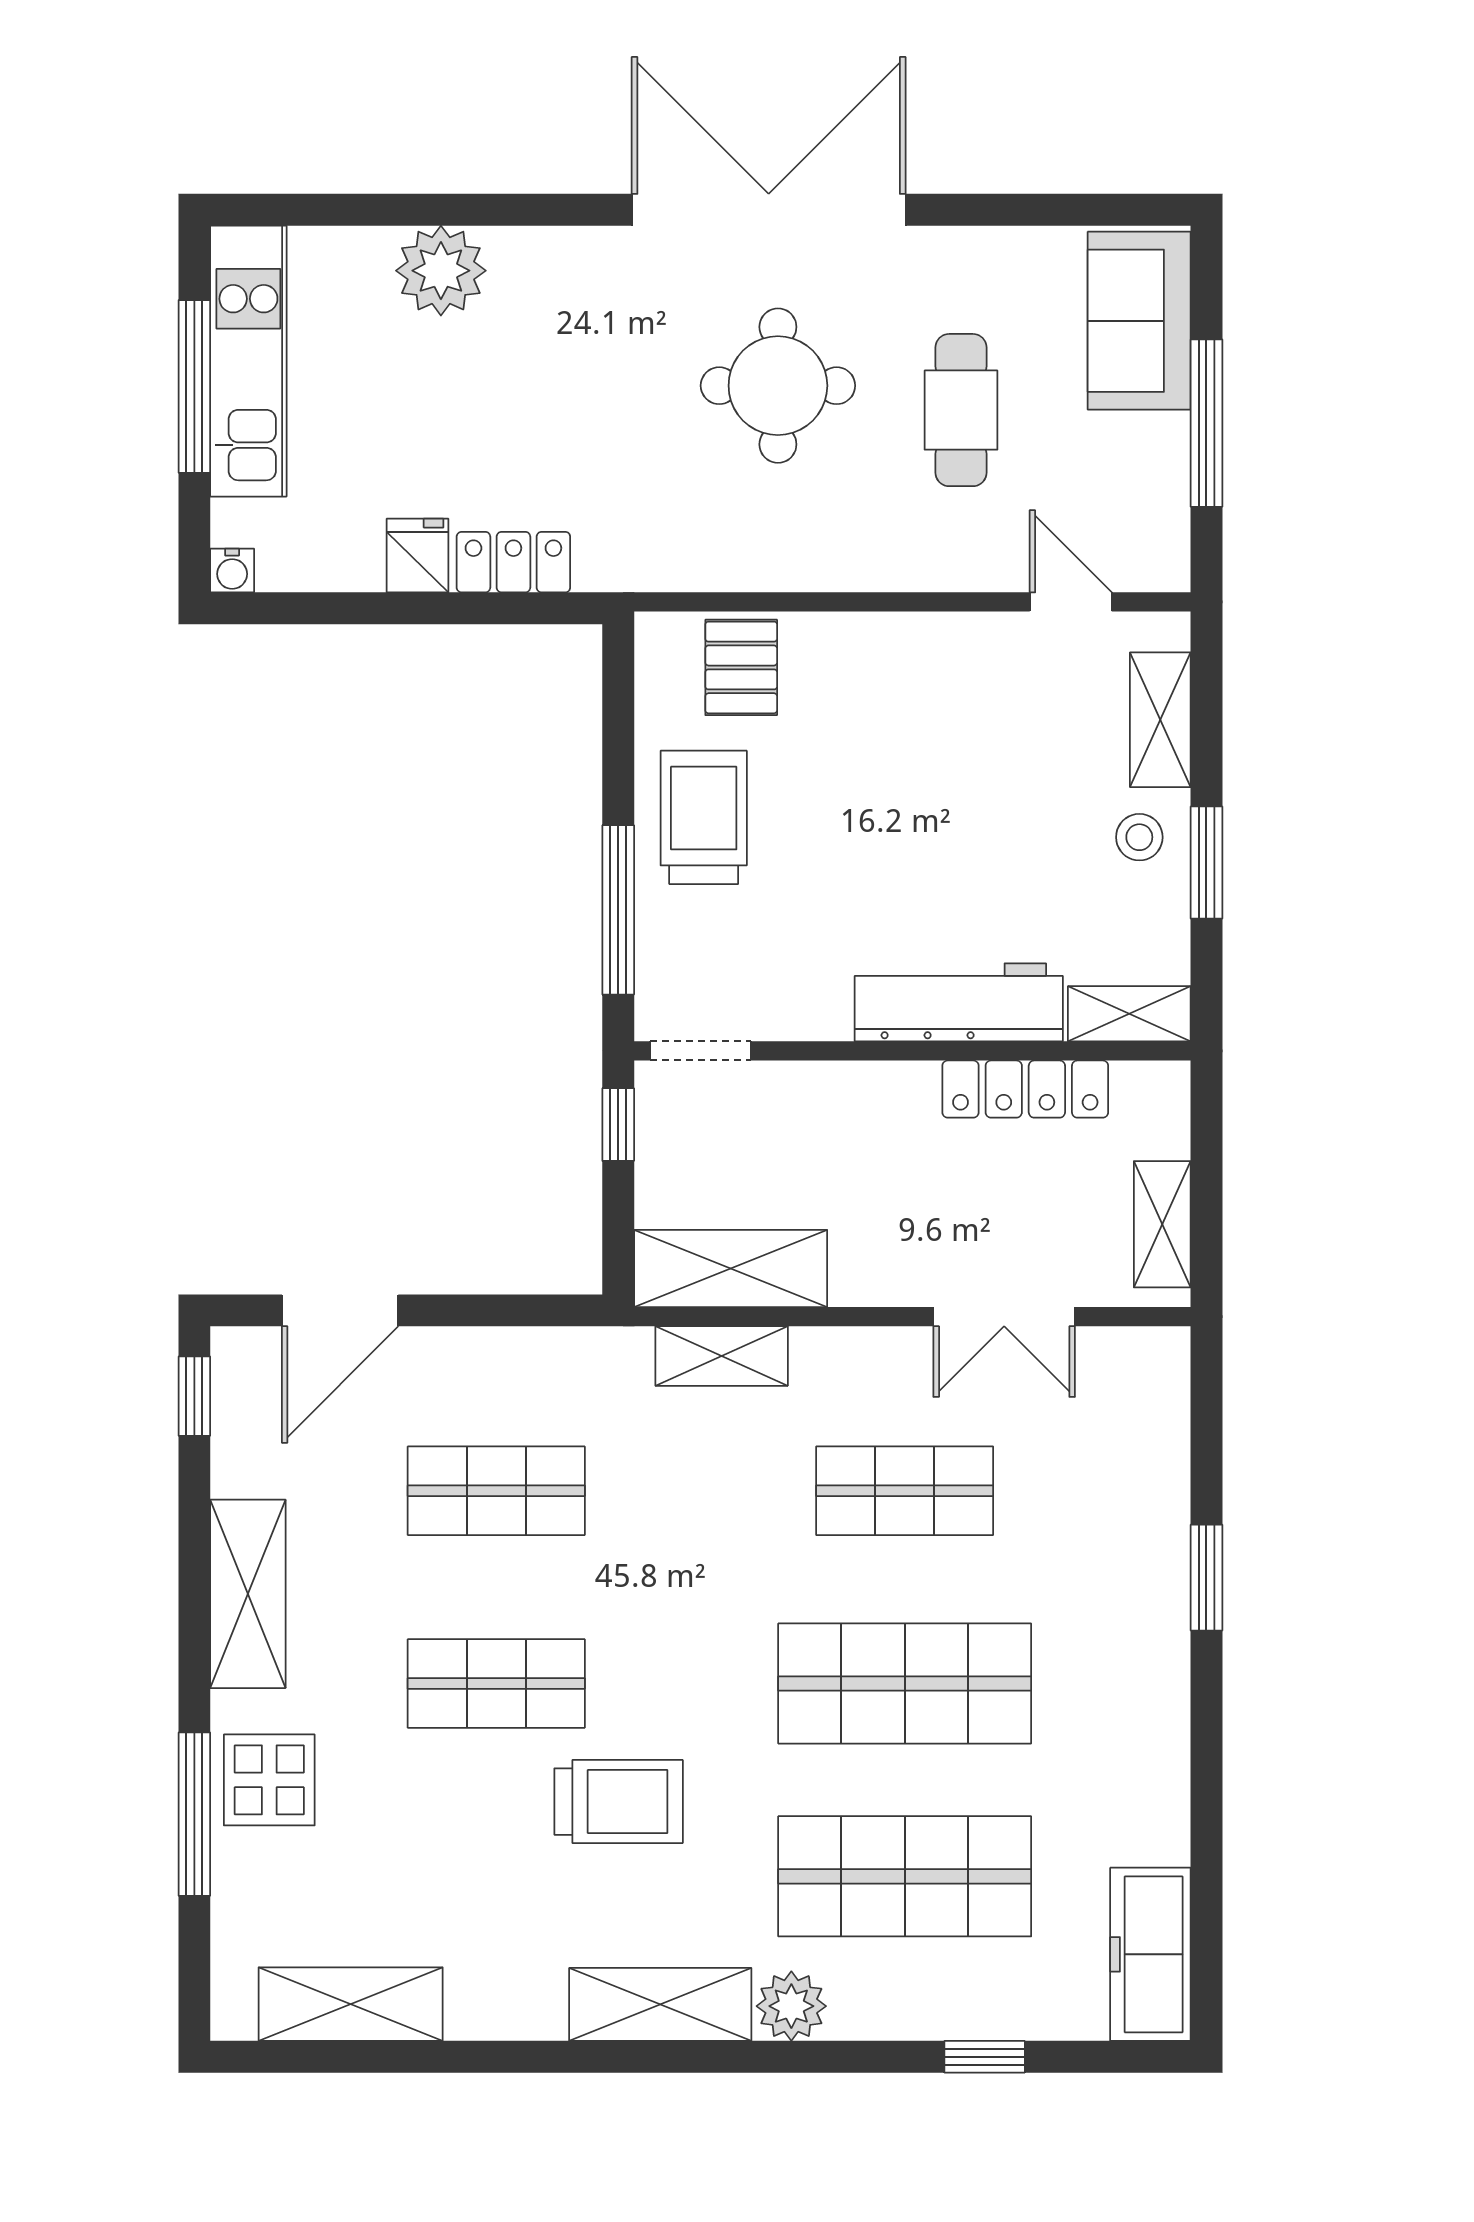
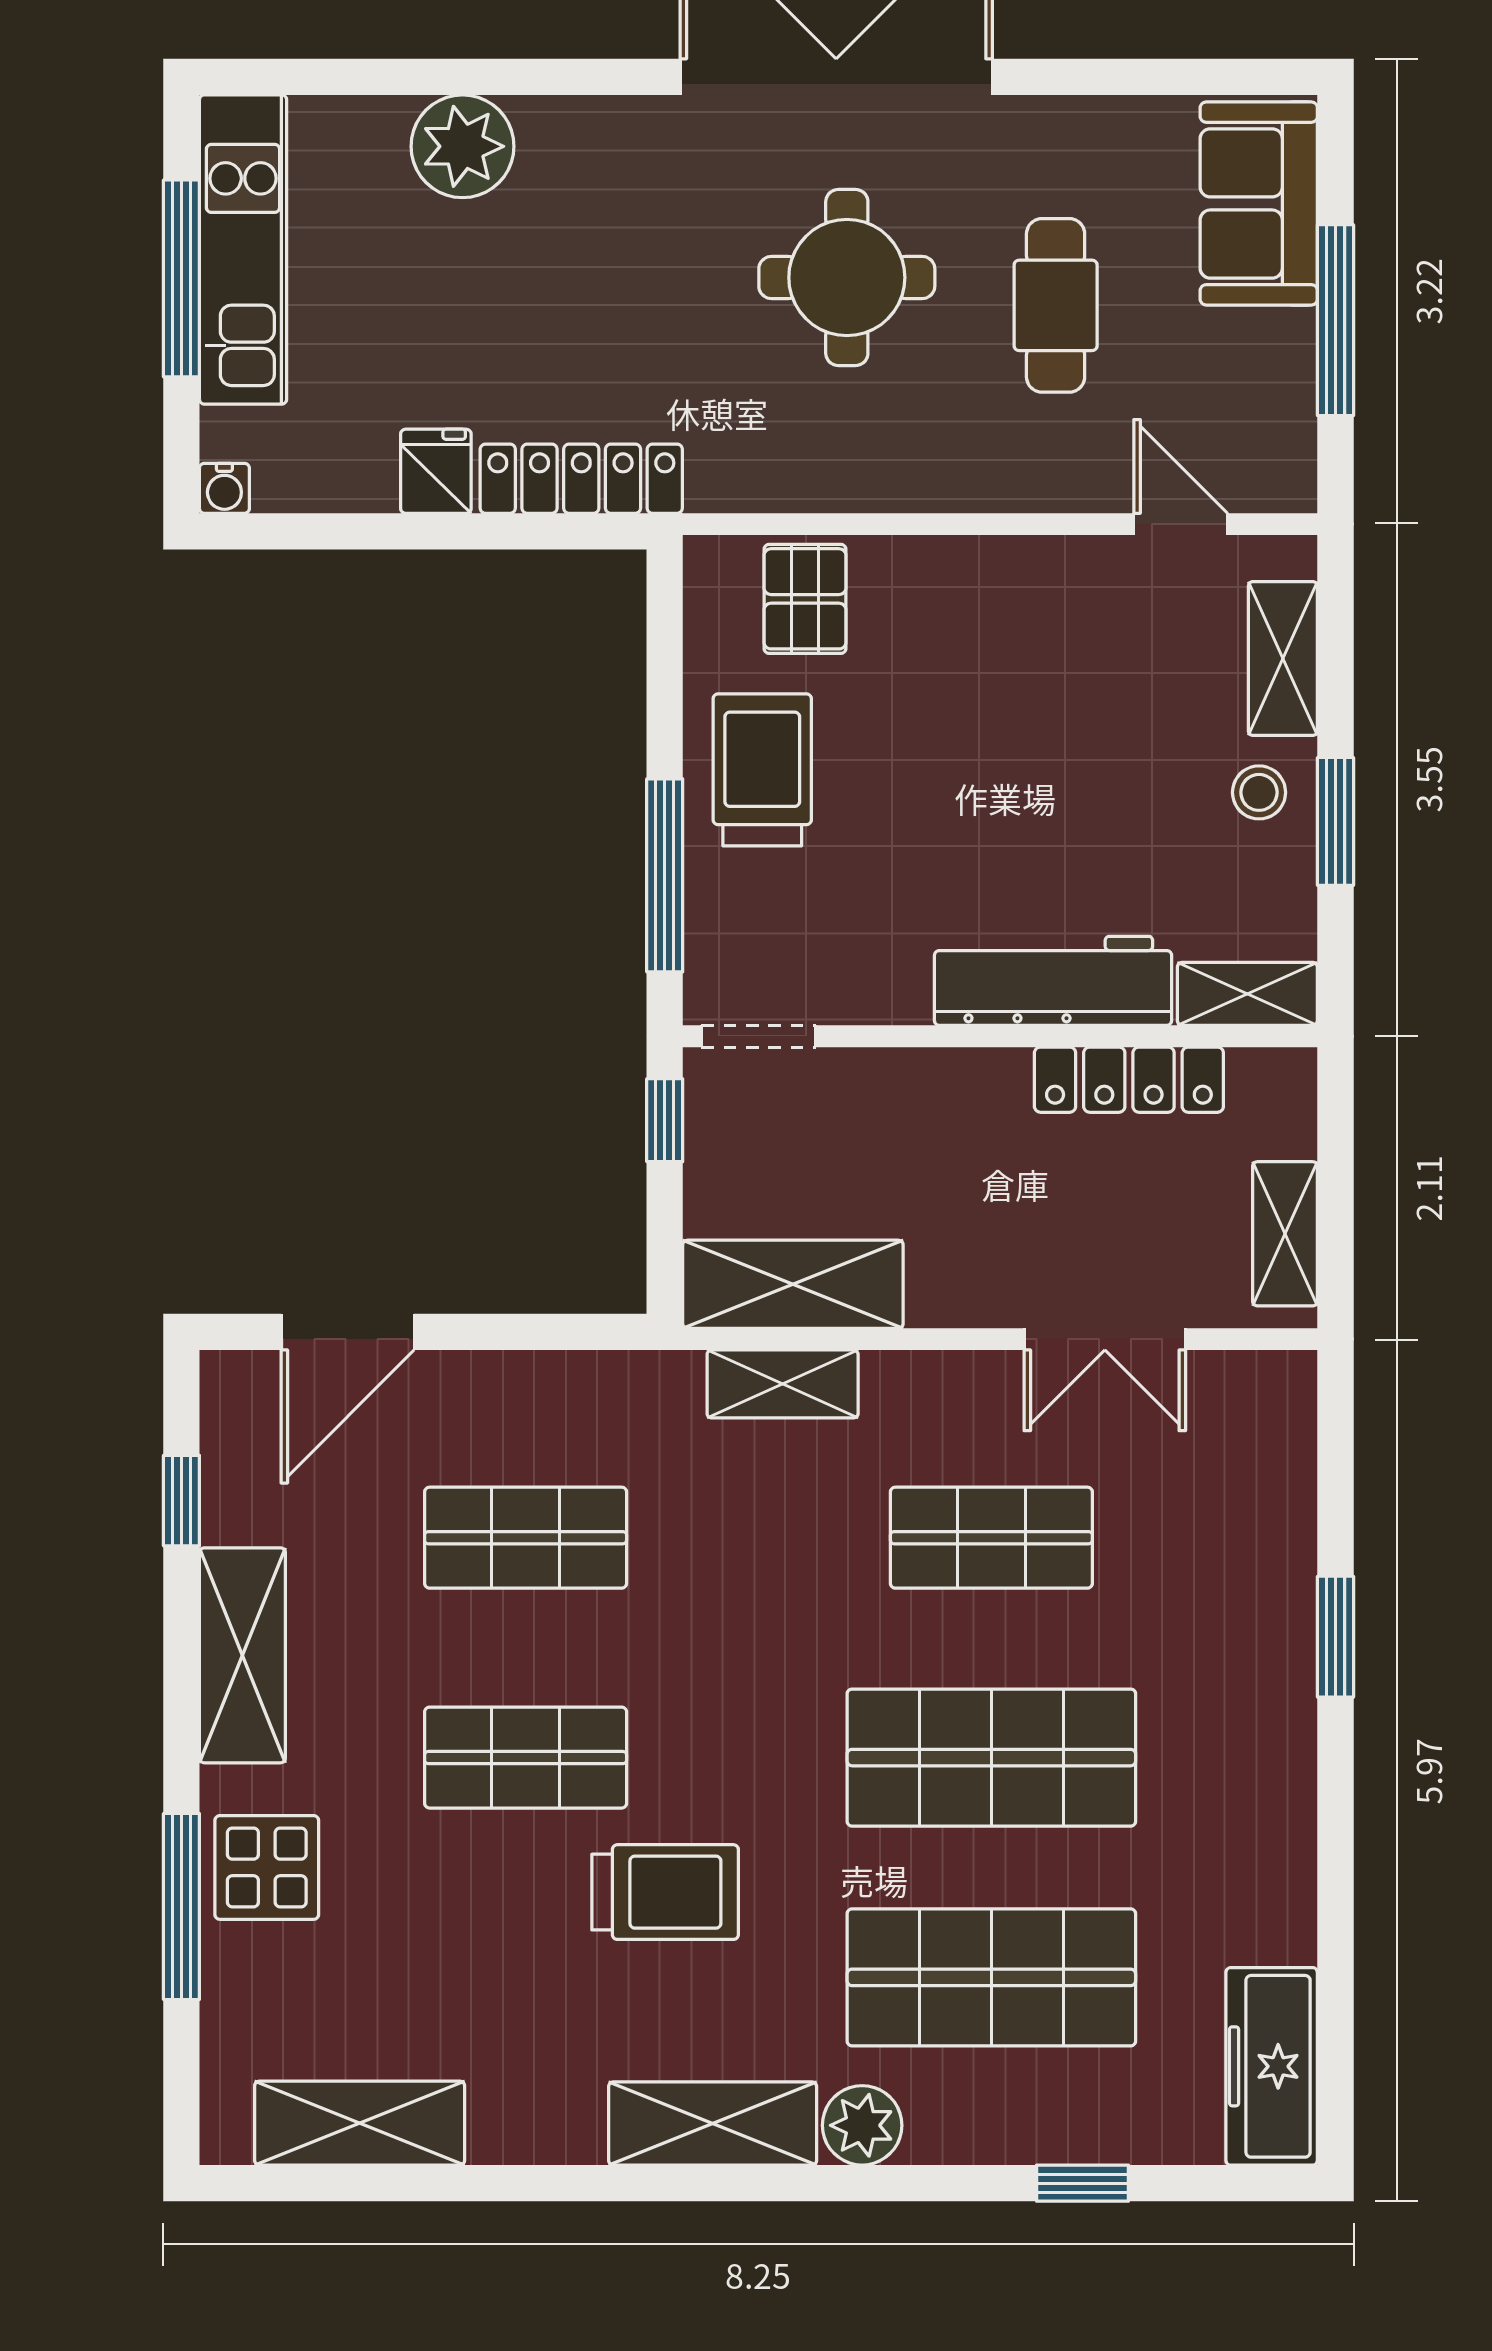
locker: (513, 562) -> (581, 479), width x1.53
window: (194, 1396) -> (181, 1501), moved

